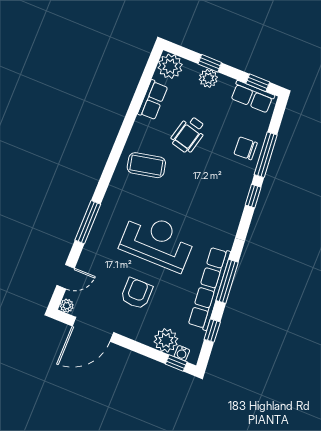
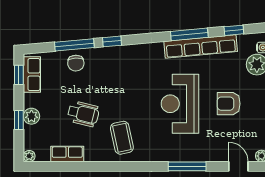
plant: (170, 66) -> (29, 156), width x0.53, depth x0.53

